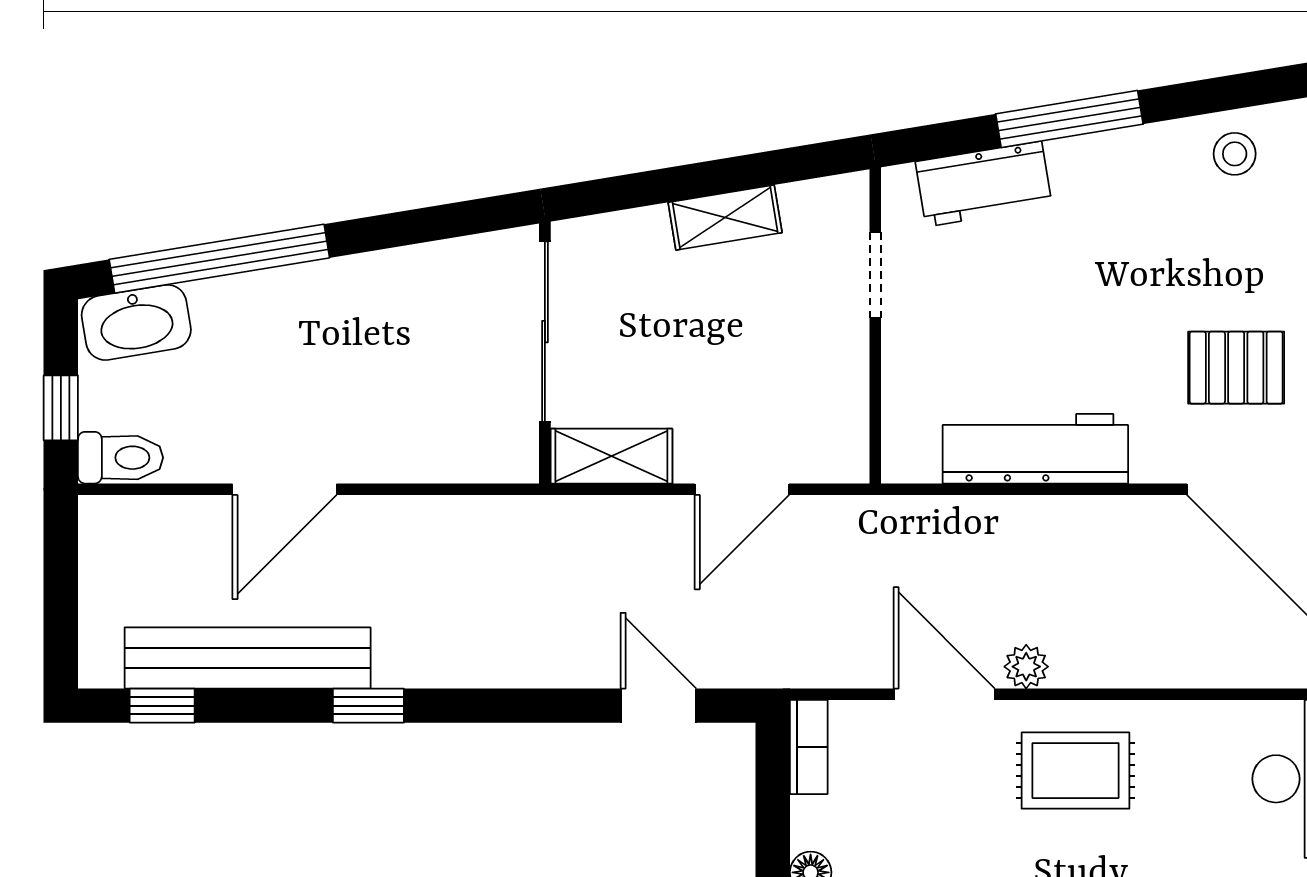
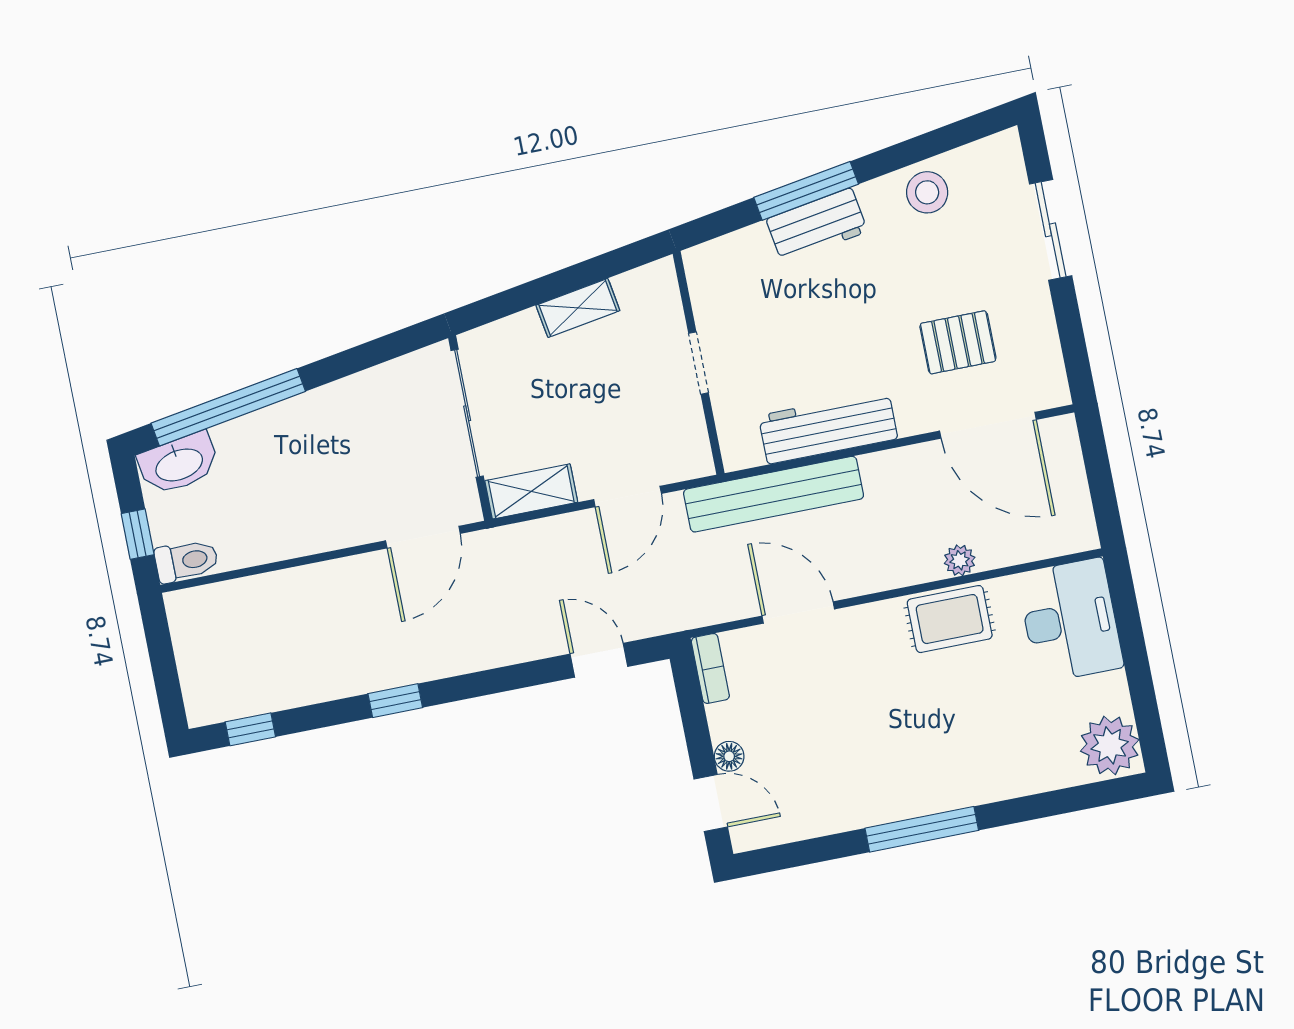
stool: (1235, 154) -> (927, 192), width x1.37, depth x1.37
workbench: (984, 184) -> (817, 225), moved
doorway: (875, 275) -> (698, 363), moved
door: (285, 489) -> (423, 537), moved
bench: (248, 658) -> (774, 494), moved
plant: (1026, 667) -> (960, 560), moved
rug: (1076, 771) -> (950, 619), moved

